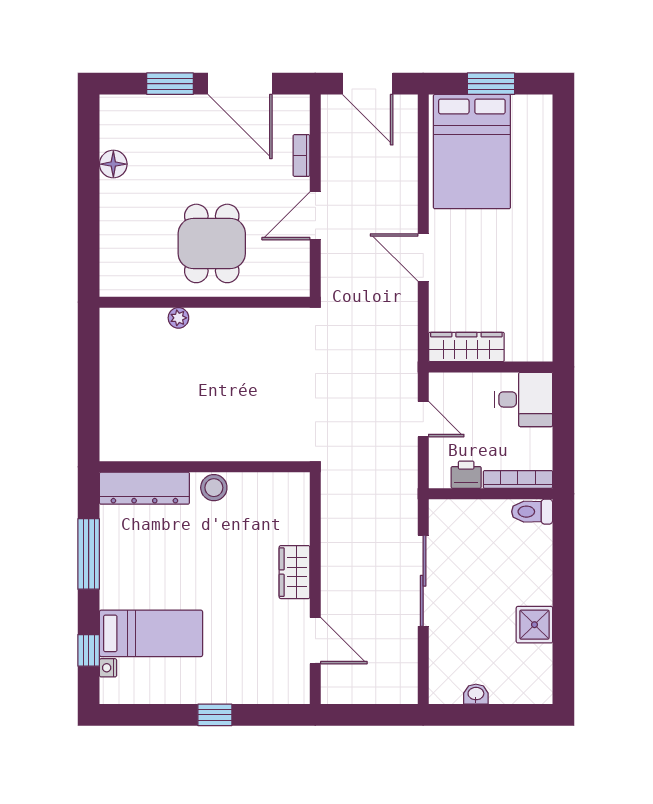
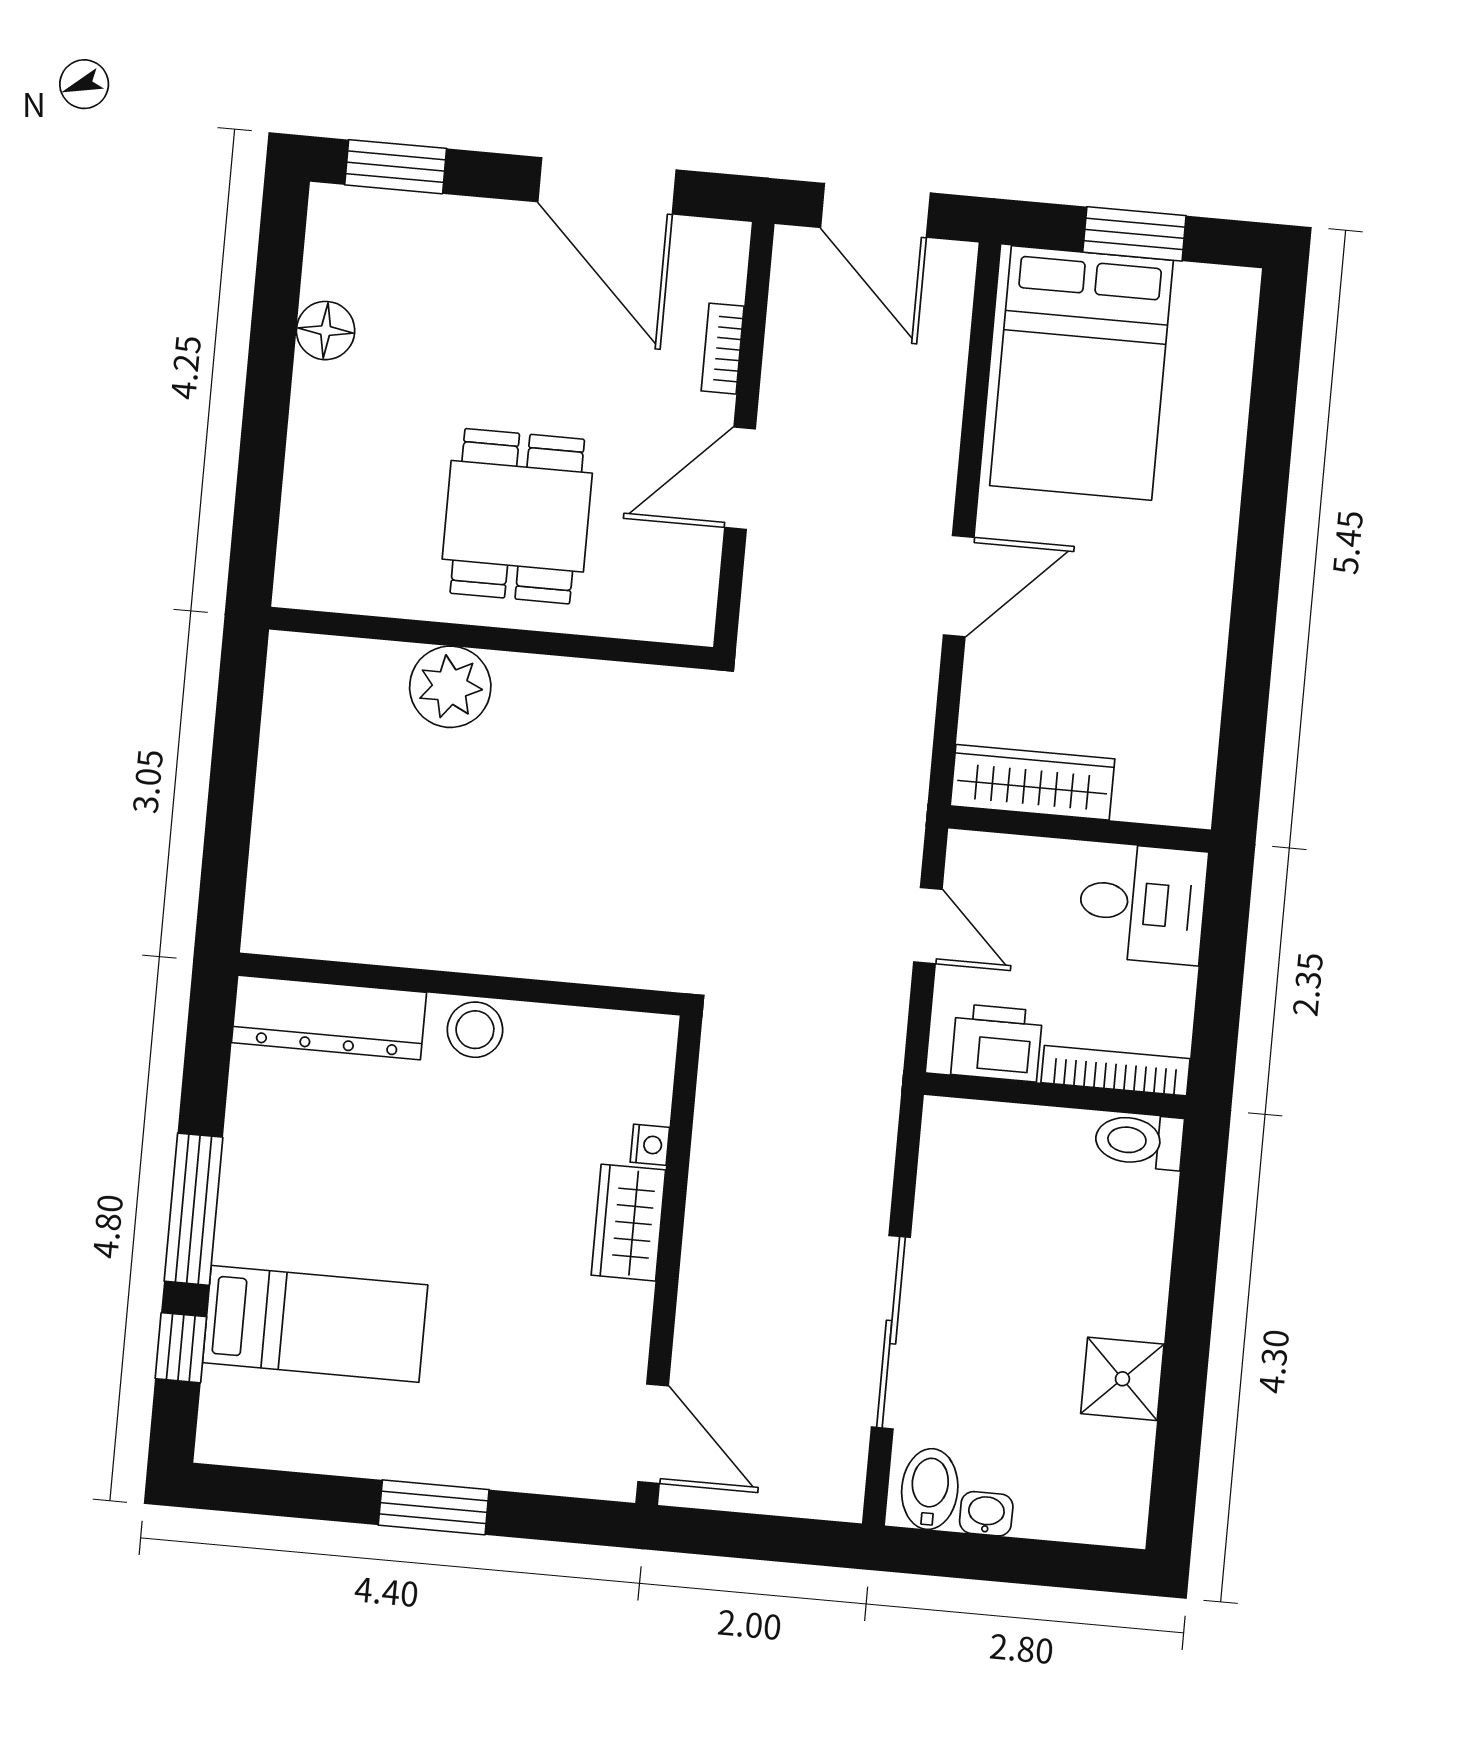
window: (170, 84) -> (396, 167), moved
door: (423, 258) -> (959, 586), swing flipped
plant: (178, 318) -> (450, 687), width x1.87, depth x1.87
printer: (466, 475) -> (997, 1043), width x1.36, depth x1.24
window: (89, 554) -> (193, 1209), moved
sliding door: (423, 581) -> (891, 1332), moved
door: (315, 641) -> (653, 1434), moved
nightstand: (108, 668) -> (650, 1145), moved, turned 180
bidet: (448, 685) -> (930, 1489), added
window: (215, 715) -> (434, 1507), width x1.50

